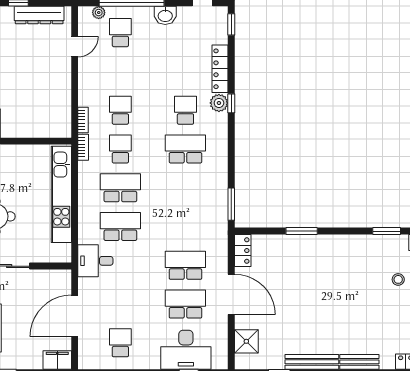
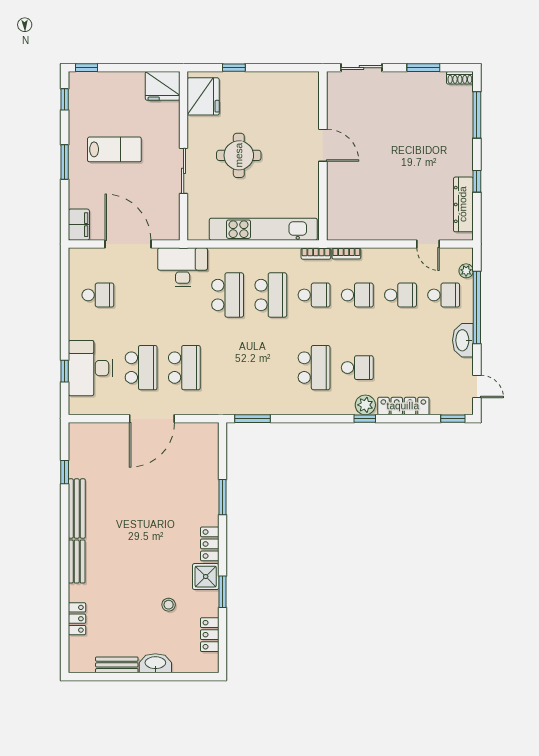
washbasin: (165, 15) -> (463, 340), width x1.38
school desk: (120, 71) -> (400, 295), added
locker: (243, 251) -> (210, 544), moved, turned 90
desk: (95, 261) -> (183, 267), width x1.37
shower: (246, 341) -> (206, 577), moved

